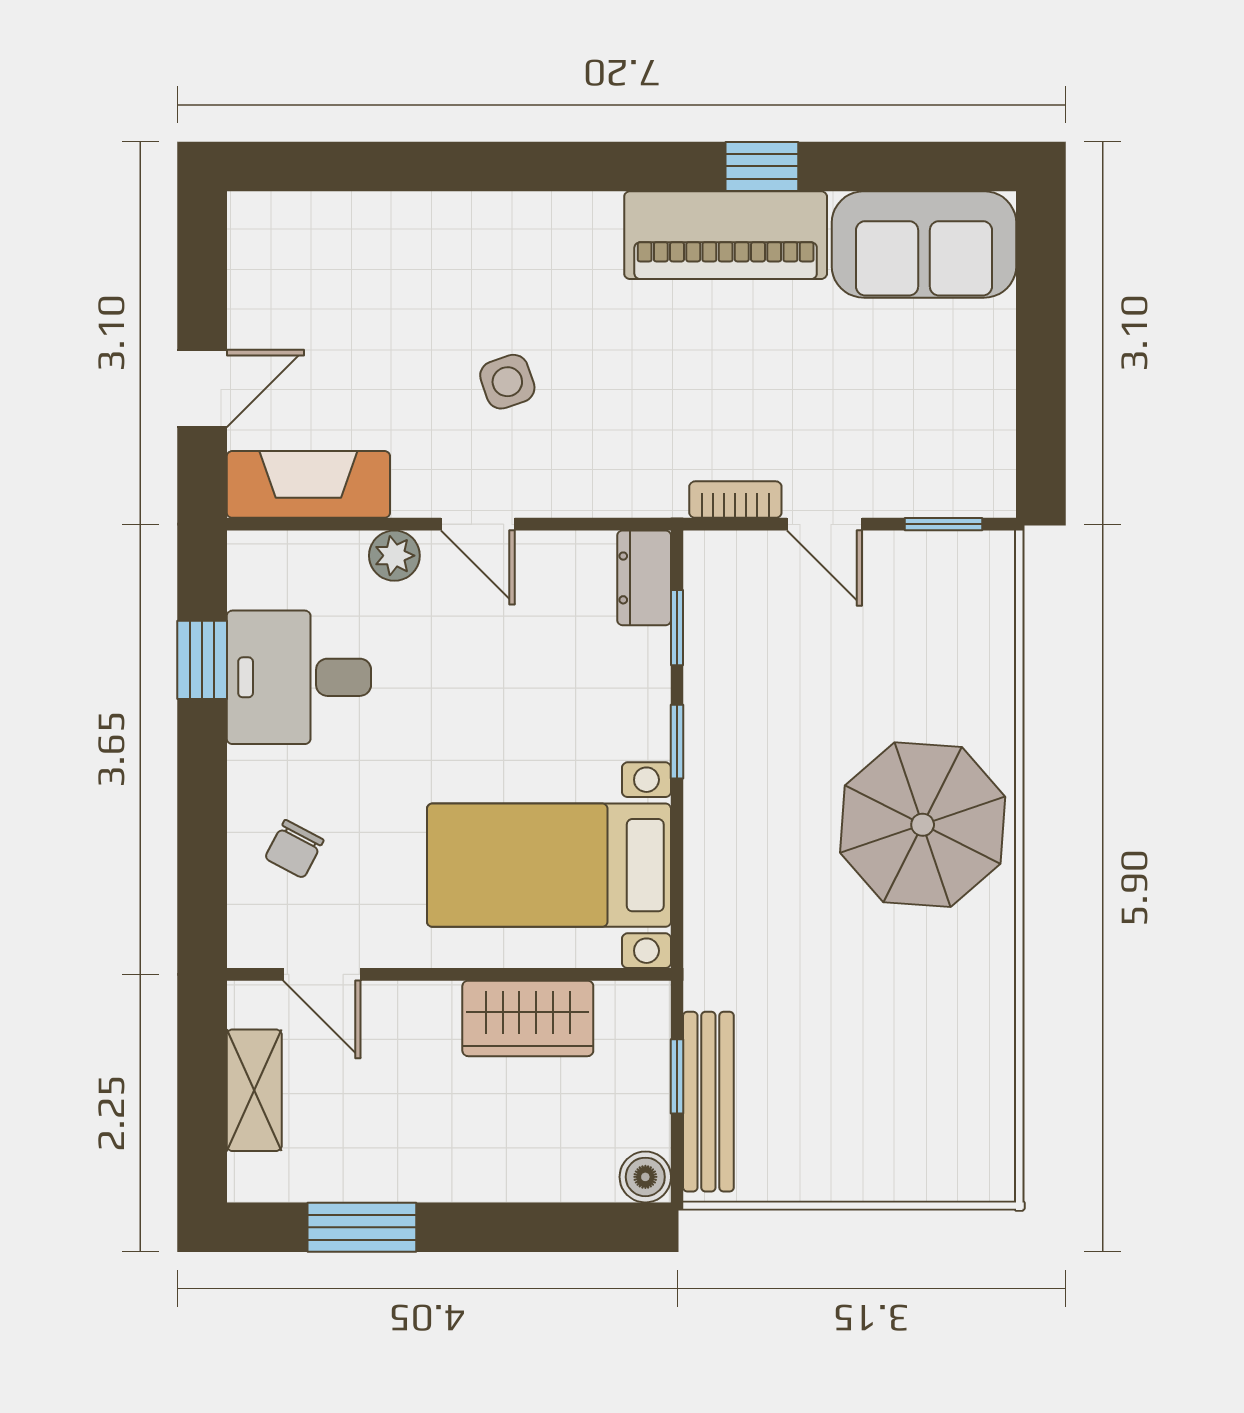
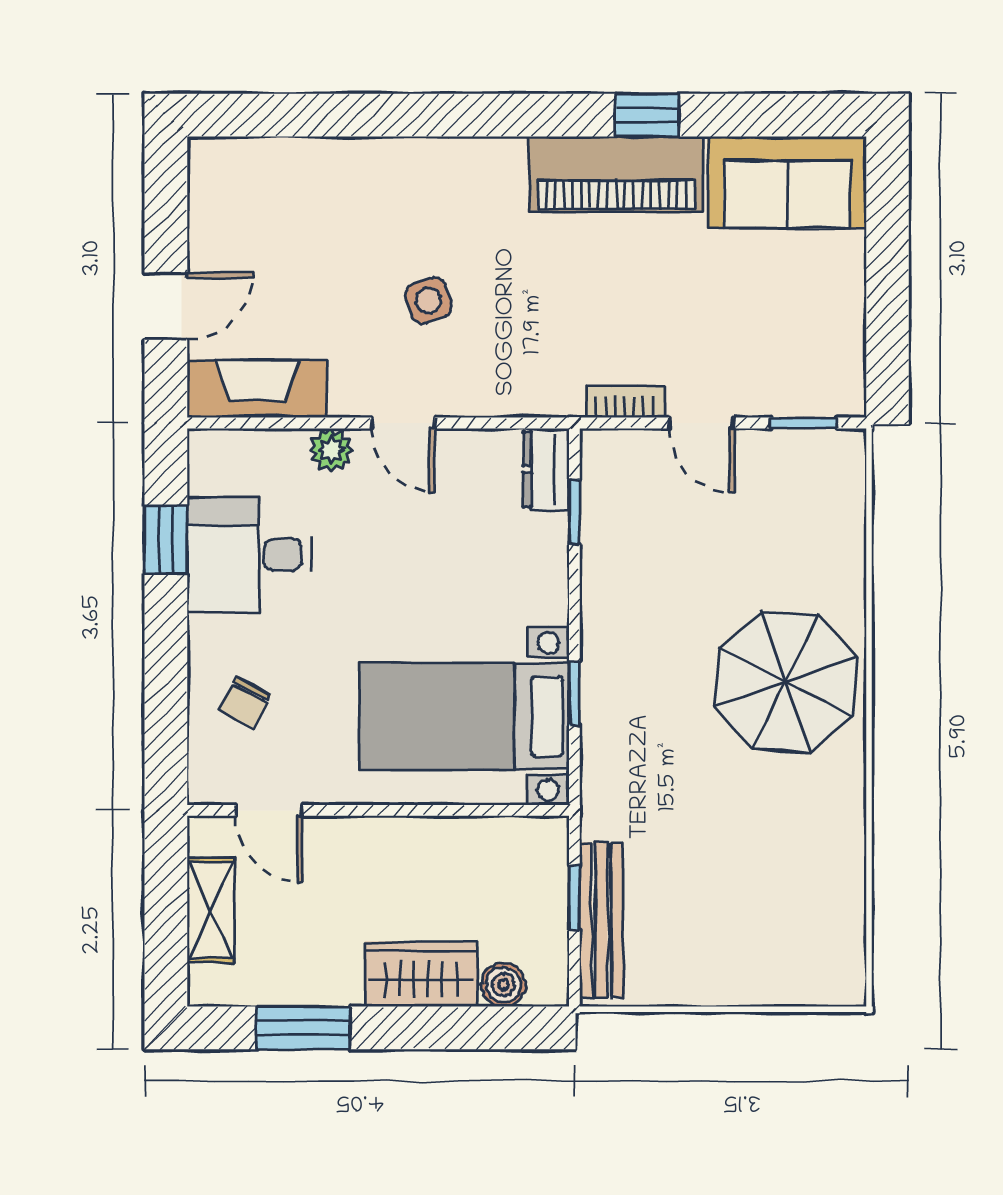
window: (677, 742) -> (574, 694), moved
wardrobe: (528, 1018) -> (421, 974), moved, turned 180
boiler: (645, 1177) -> (503, 985), moved

